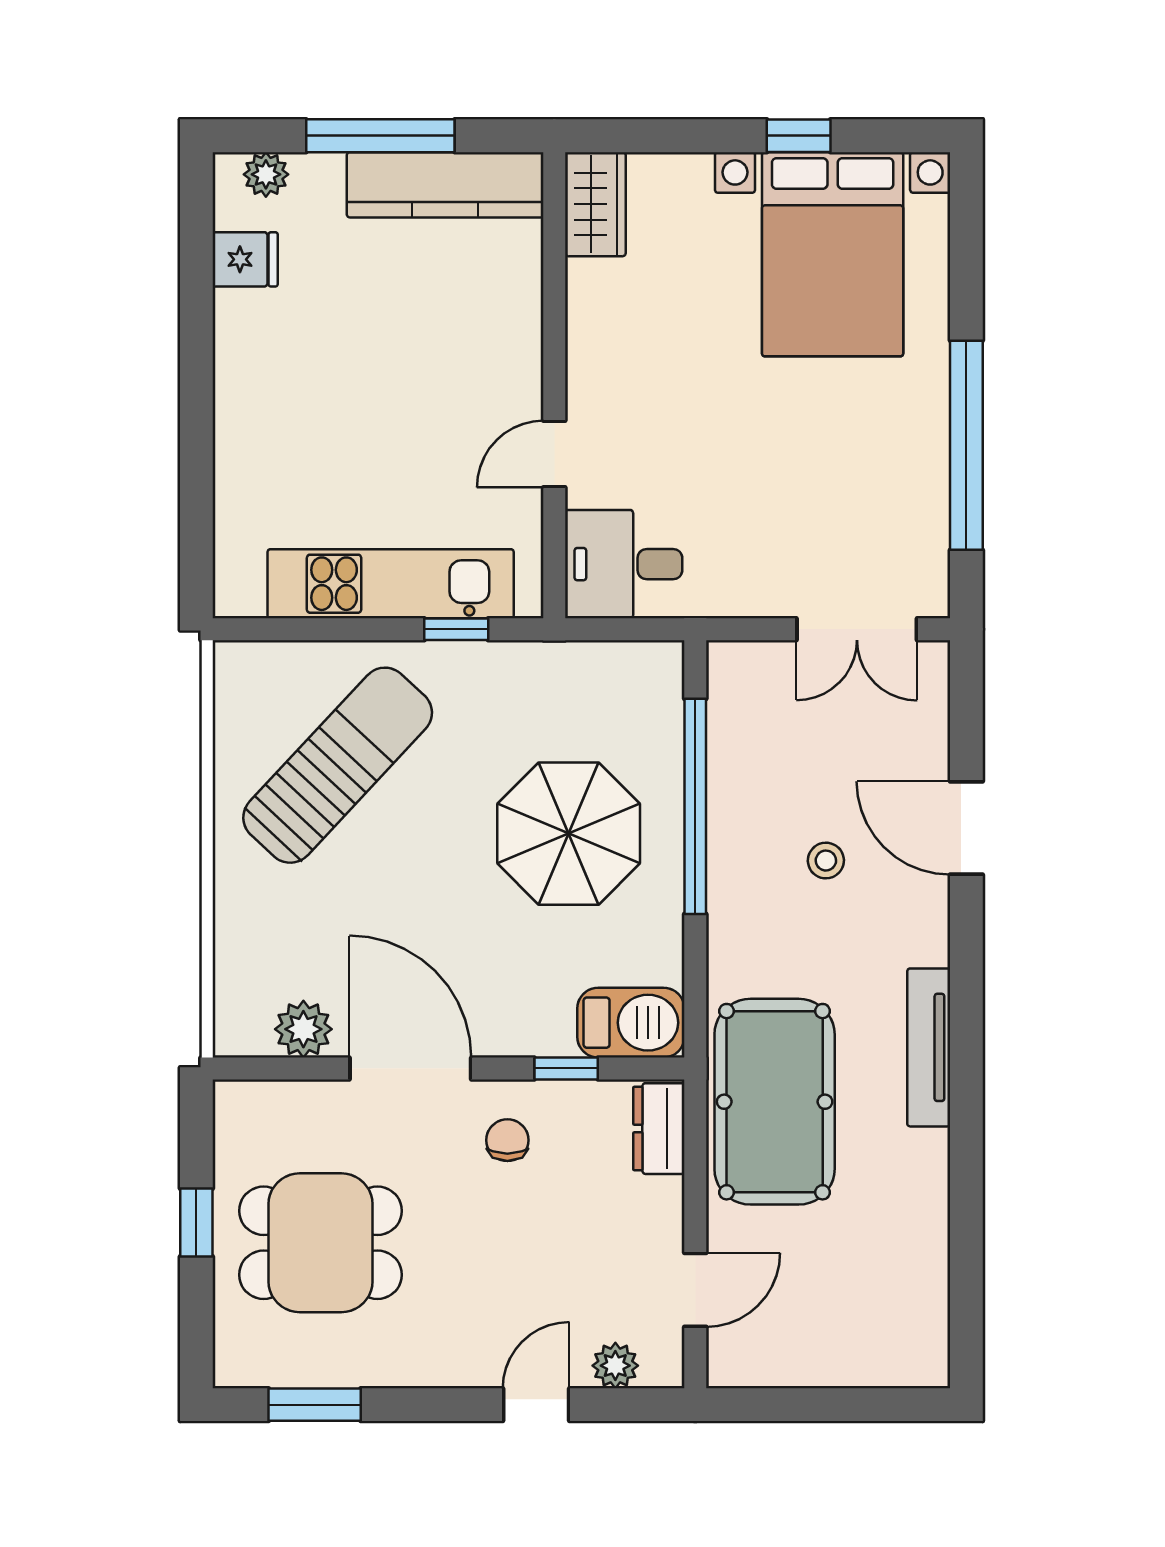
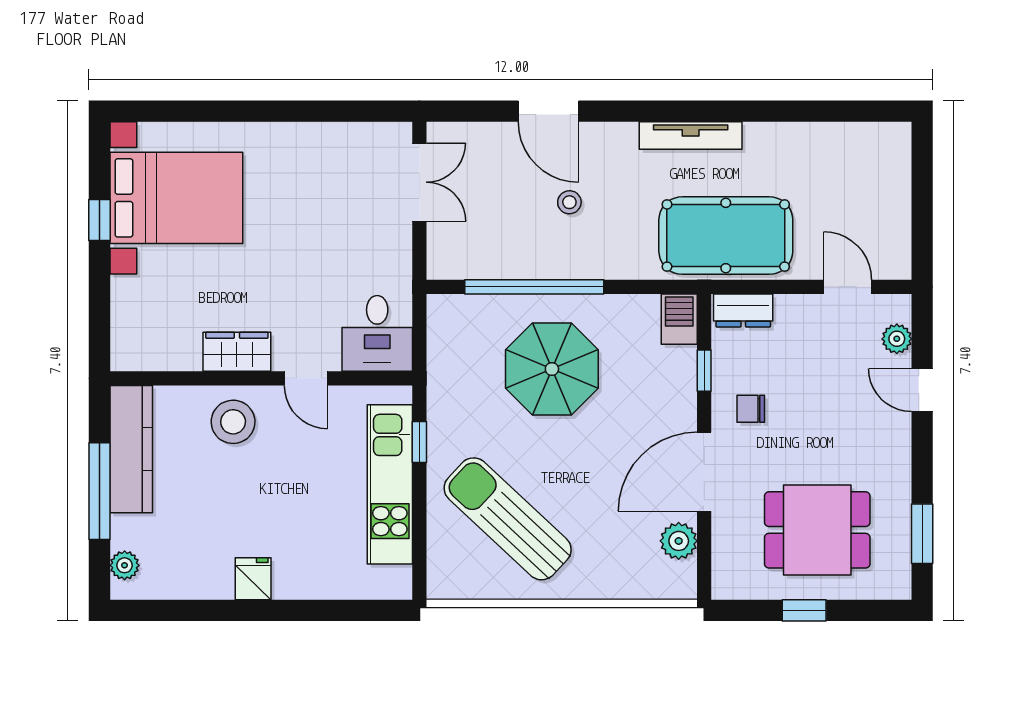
wardrobe: (595, 204) -> (237, 352), moved
fridge: (245, 259) -> (253, 579), moved
stool: (487, 342) -> (233, 422), added
window: (966, 445) -> (300, 111), removed
door: (966, 828) -> (548, 111), hinge flipped
barbecue: (631, 1023) -> (679, 319), width x0.73, depth x0.79
dining table: (320, 1243) -> (817, 530), turned 90

